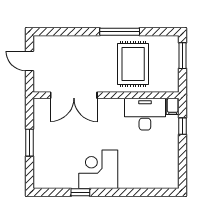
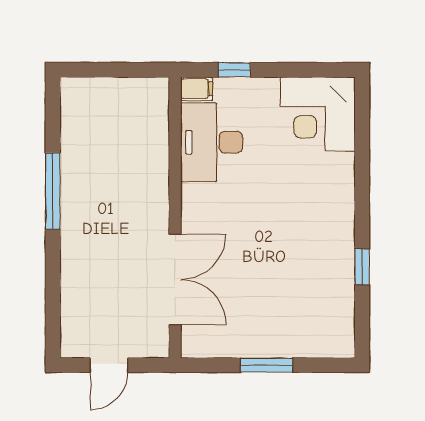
window: (183, 56) -> (99, 70), removed
rug: (133, 64) -> (115, 165), removed
corner desk: (98, 169) -> (318, 114), moved

